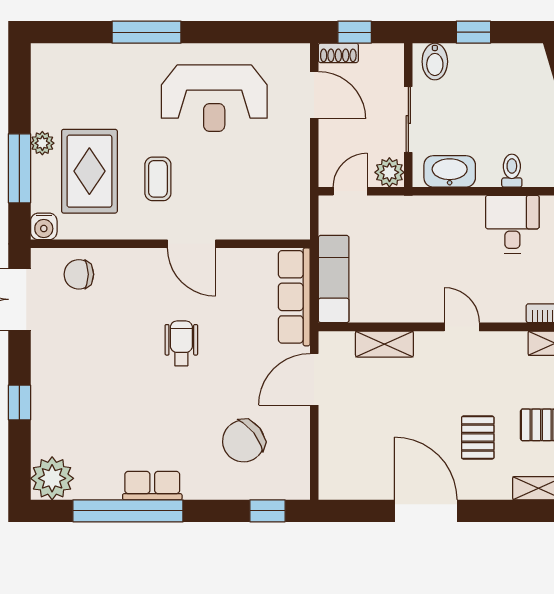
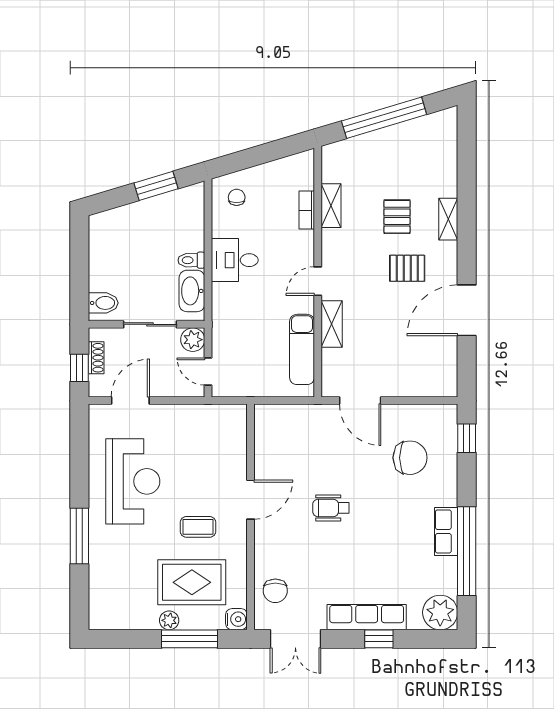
window: (473, 32) -> (79, 272), removed
shoe rack: (338, 53) -> (96, 358), moved
toilet: (512, 171) -> (191, 260), moved
desk: (512, 224) -> (235, 260), moved
exam couch: (334, 279) -> (302, 349), moved, turned -90
row of seats: (294, 297) -> (367, 617), moved, turned 180
shelving: (384, 344) -> (332, 324), moved
chair: (243, 441) -> (410, 458), turned -52

